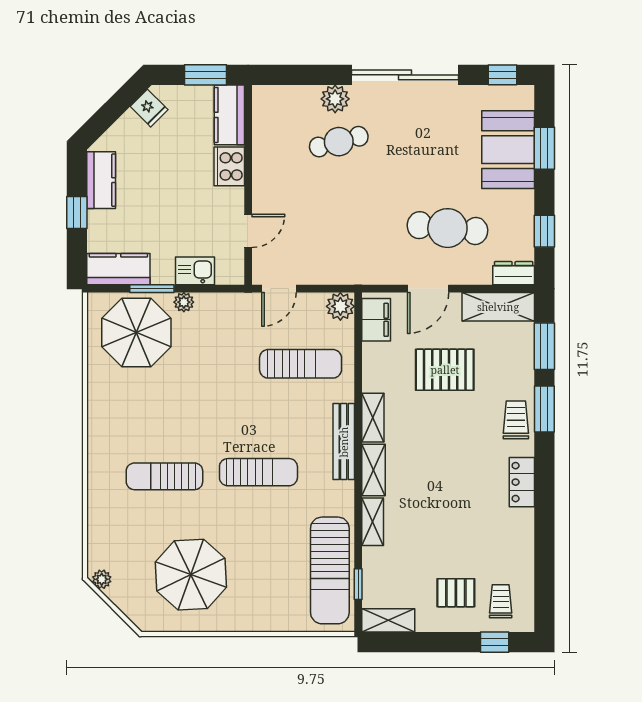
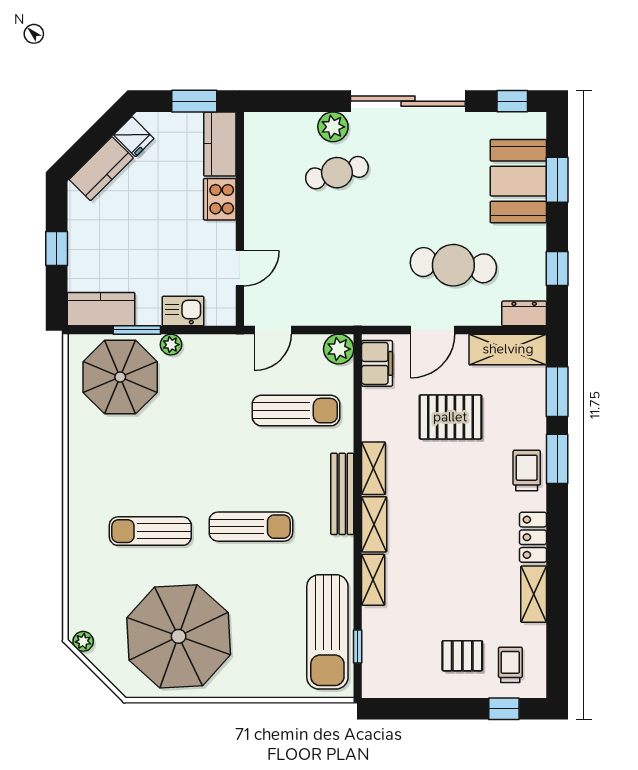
kitchen counter: (101, 180) -> (101, 169), moved, turned 45
parasol: (191, 575) -> (179, 636), width x1.36, depth x1.36
shelving: (388, 620) -> (534, 594), moved, turned 90

